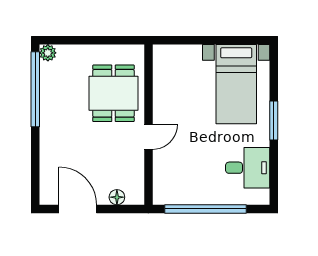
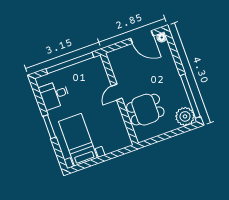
plant: (48, 53) -> (185, 116), width x1.87, depth x1.87
dining table: (113, 93) -> (145, 110), turned 90
floor lamp: (117, 197) -> (162, 37), moved

